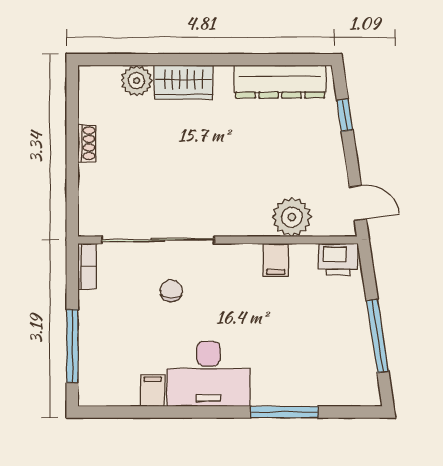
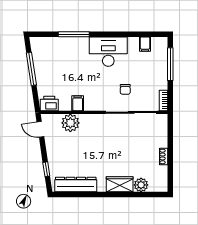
filing cabinet: (153, 390) -> (145, 44), moved

